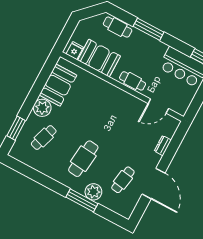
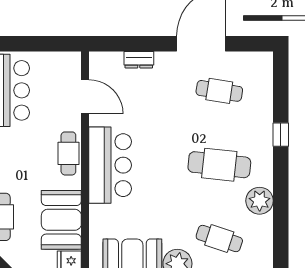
bar counter: (114, 100) -> (110, 165), added
plant: (93, 192) -> (260, 201), moved
window: (82, 200) -> (281, 135), width x0.46

